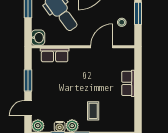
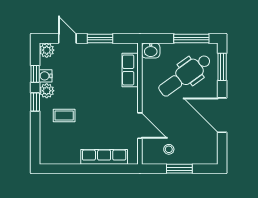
row of seats: (128, 83) -> (104, 157), width x1.48

